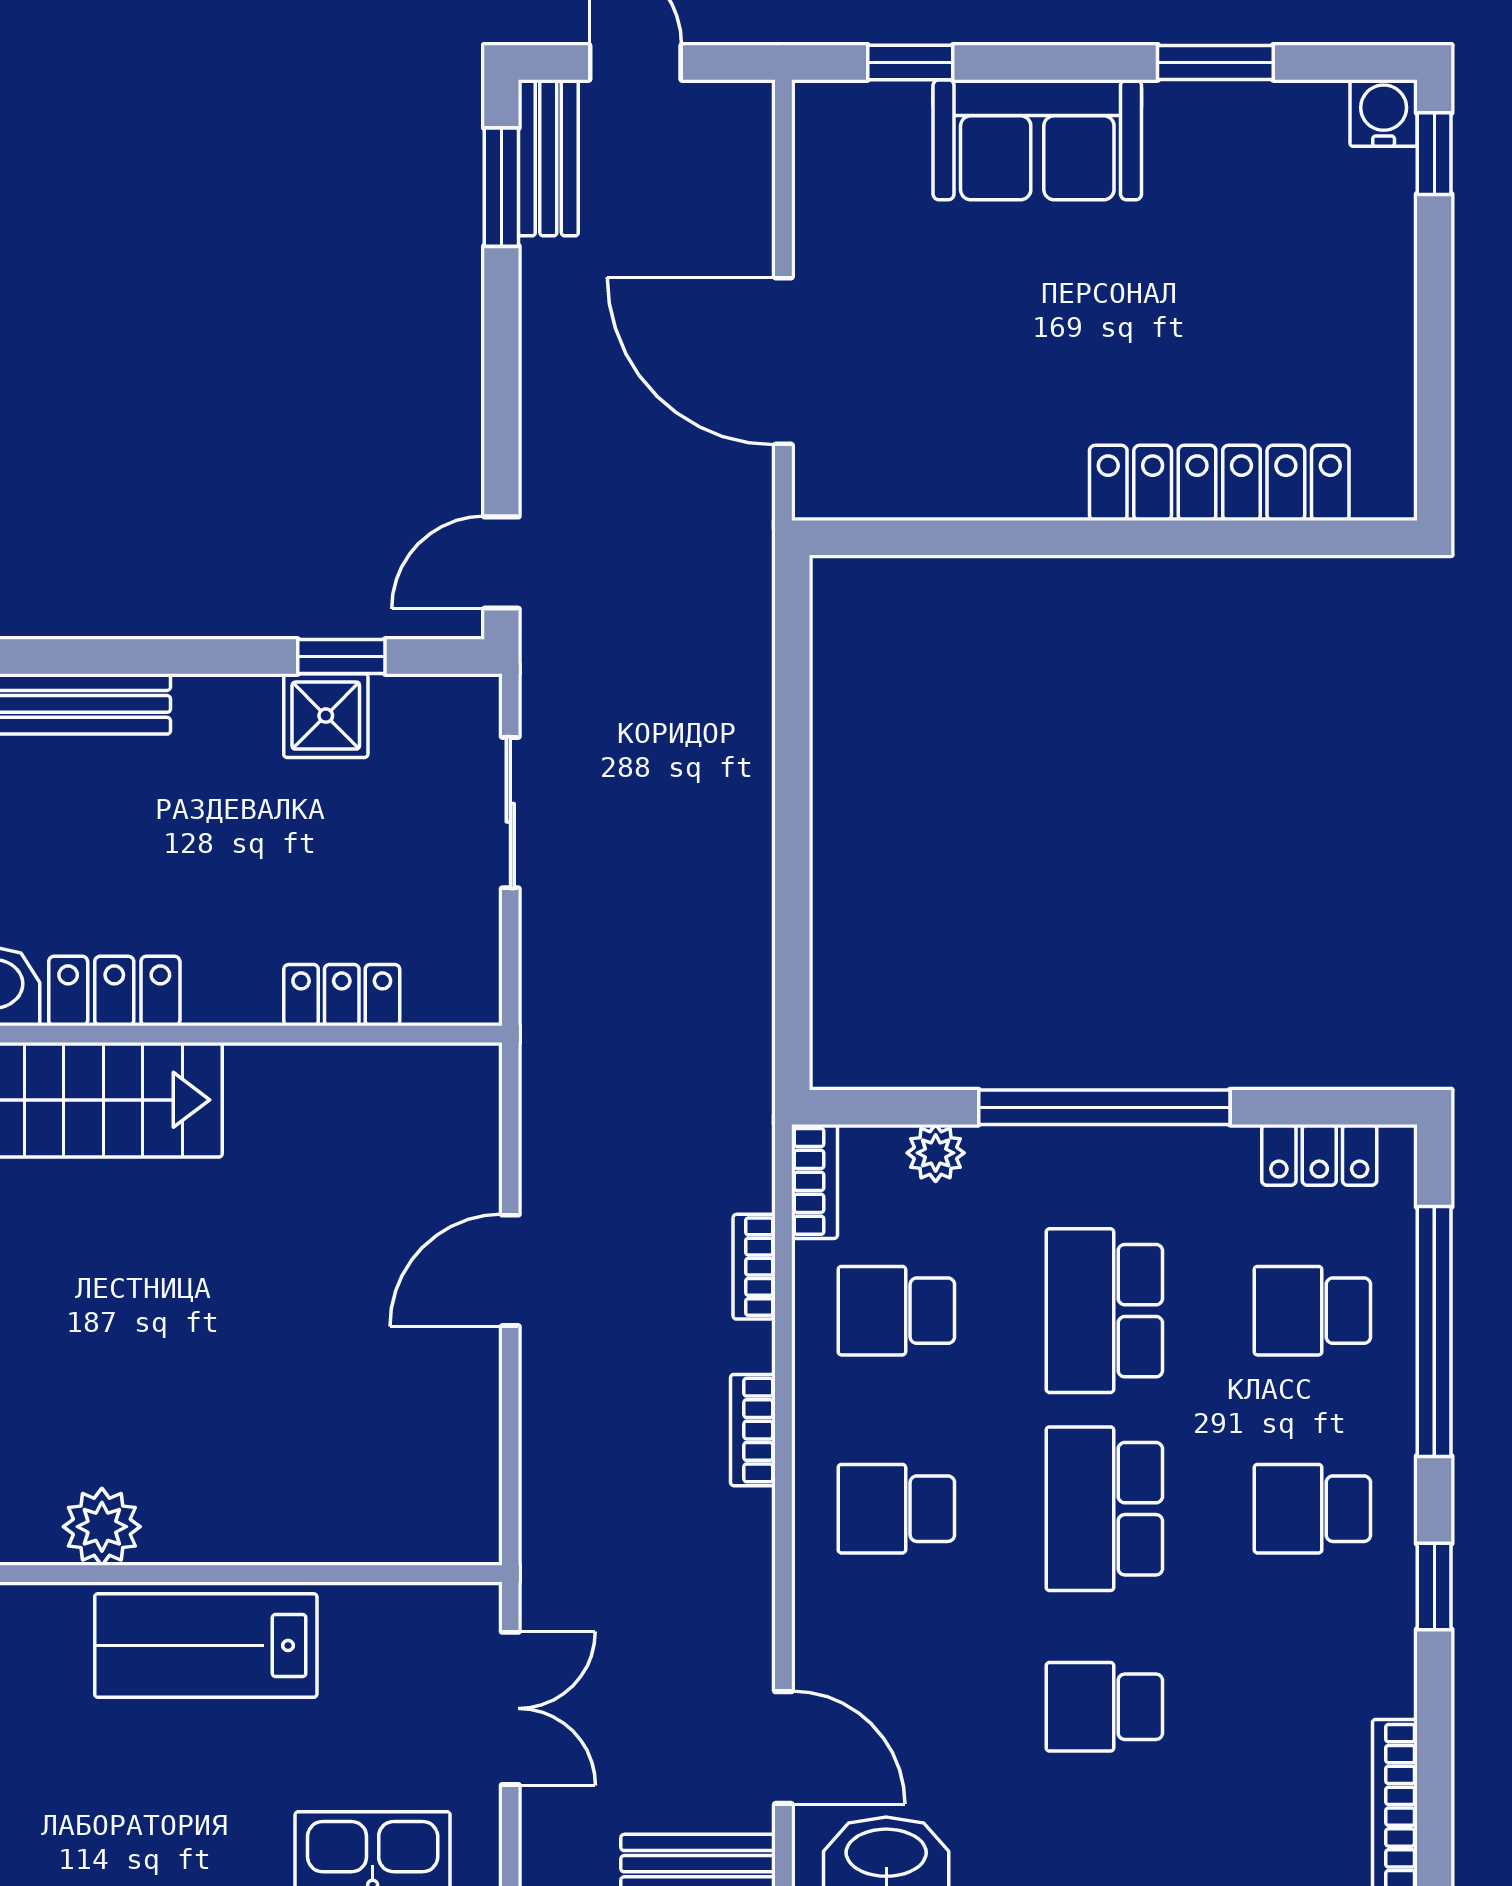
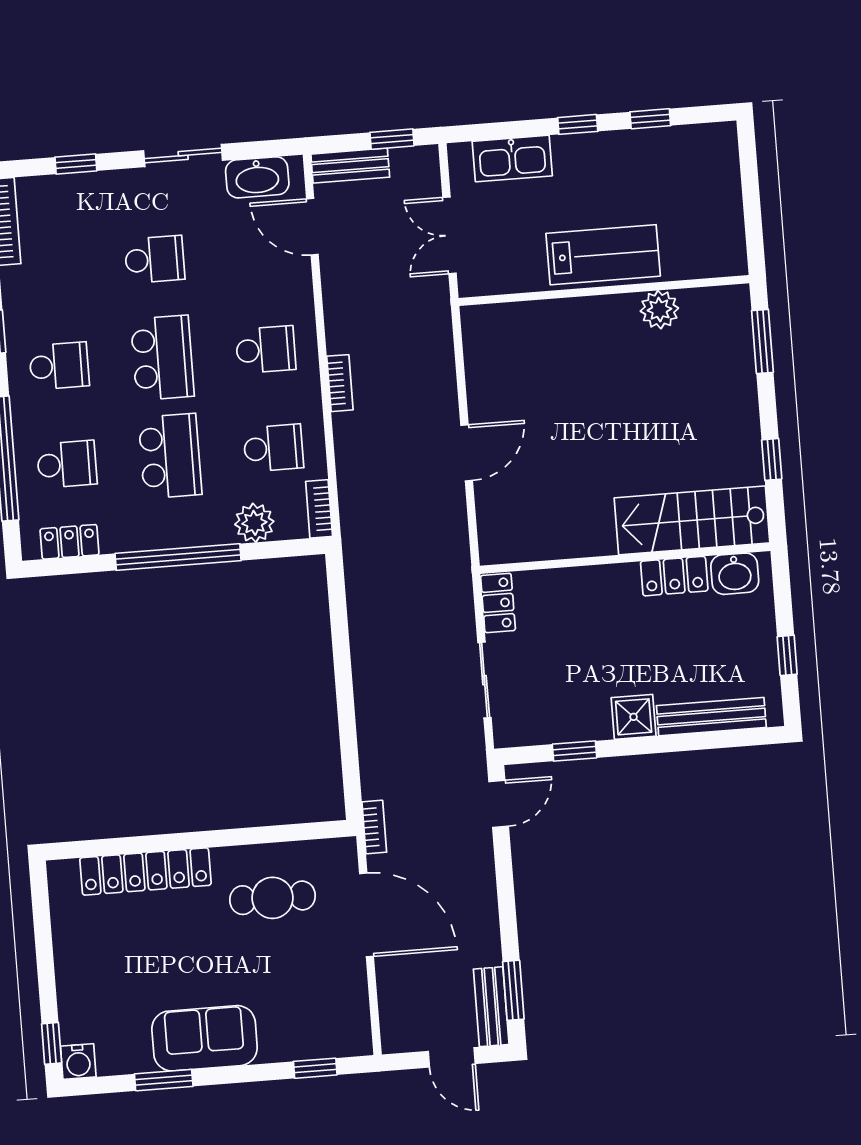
sofa: (1037, 140) -> (205, 1038), moved
cafe table: (969, 410) -> (273, 898), added
shower: (326, 716) -> (634, 717), moved
locker: (342, 995) -> (498, 603), moved, turned -90
plant: (936, 1153) -> (254, 523), width x1.38, depth x1.38
bookcase: (754, 1267) -> (374, 827), moved

